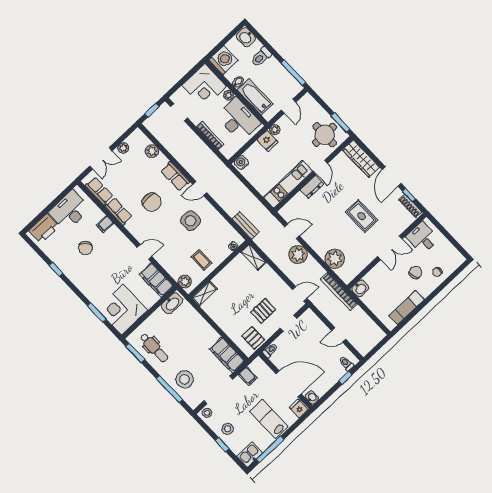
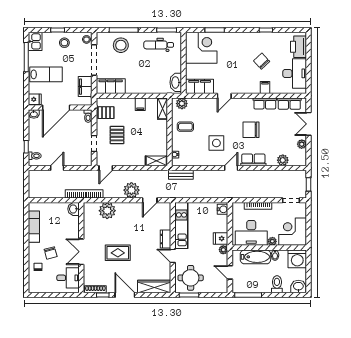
filing cabinet: (219, 316) -> (140, 104), added
filing cabinet: (248, 376) -> (85, 87), width x2.00

